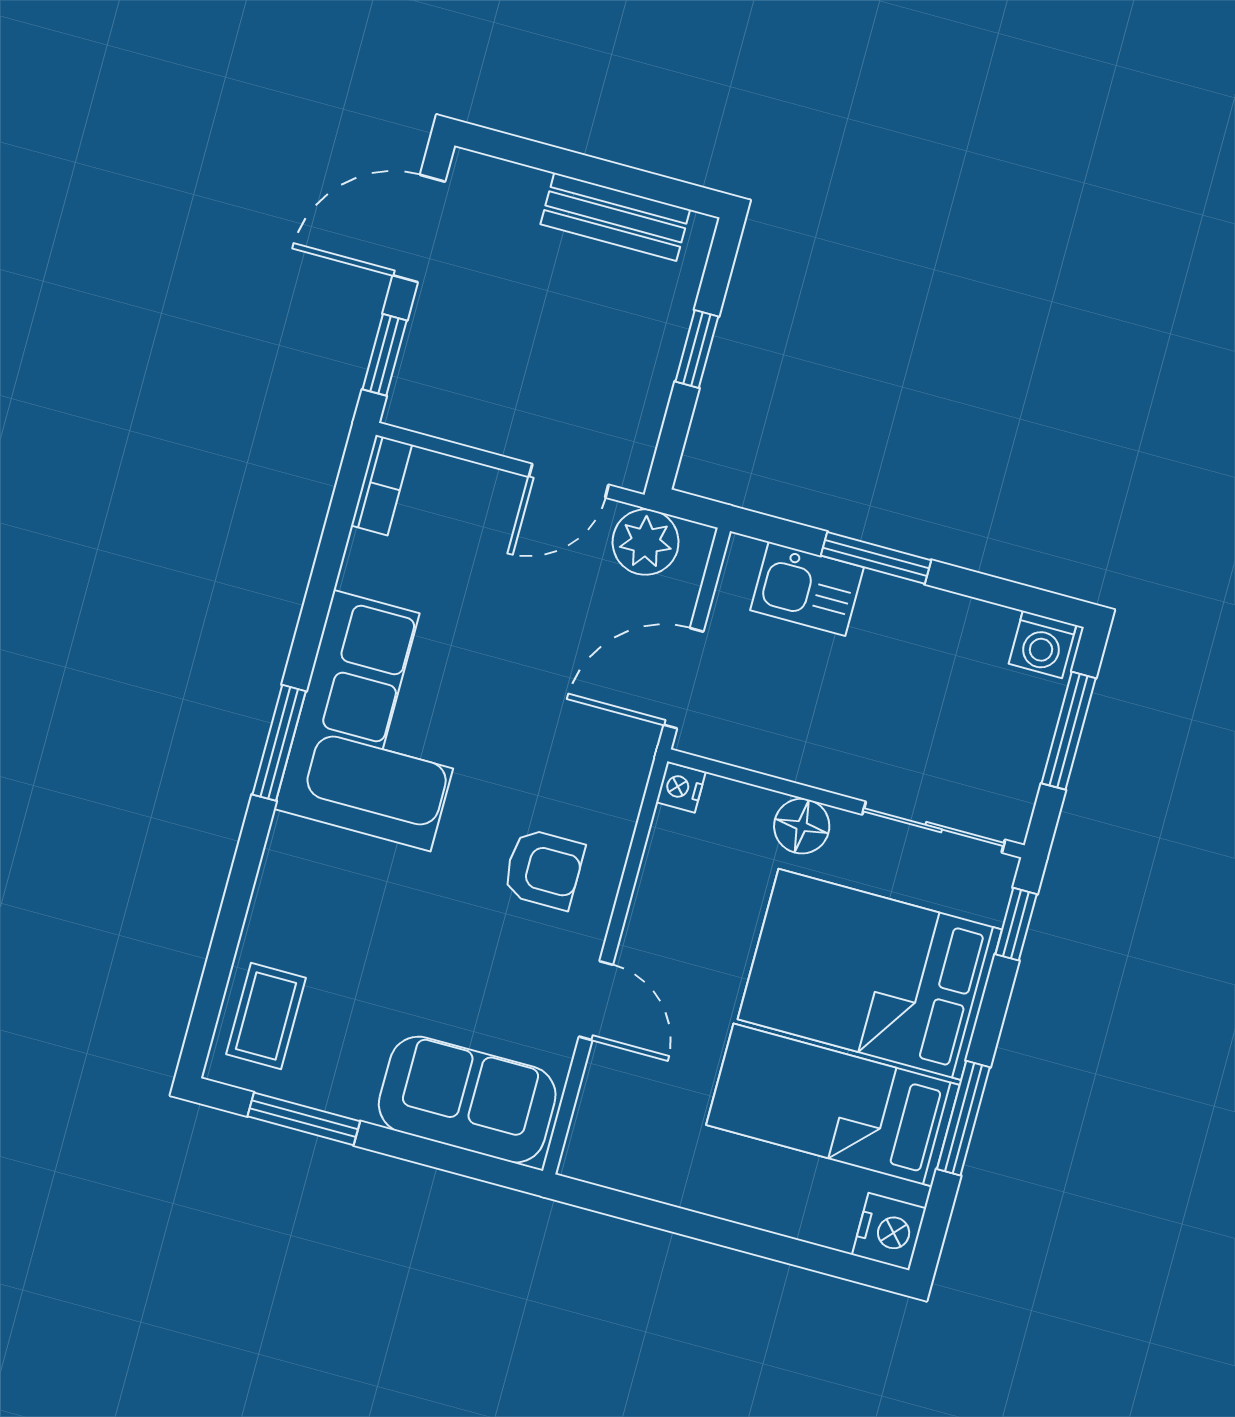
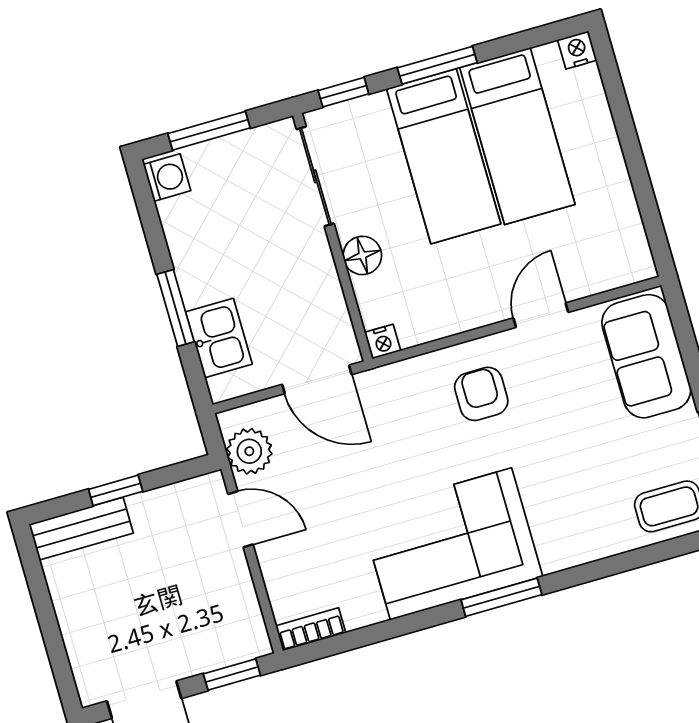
bench: (615, 217) -> (81, 529), moved, turned 90
bed: (870, 974) -> (444, 156), width x0.67
window: (963, 1118) -> (437, 65), moved
nightstand: (889, 1232) -> (577, 50), width x0.72, depth x0.74

